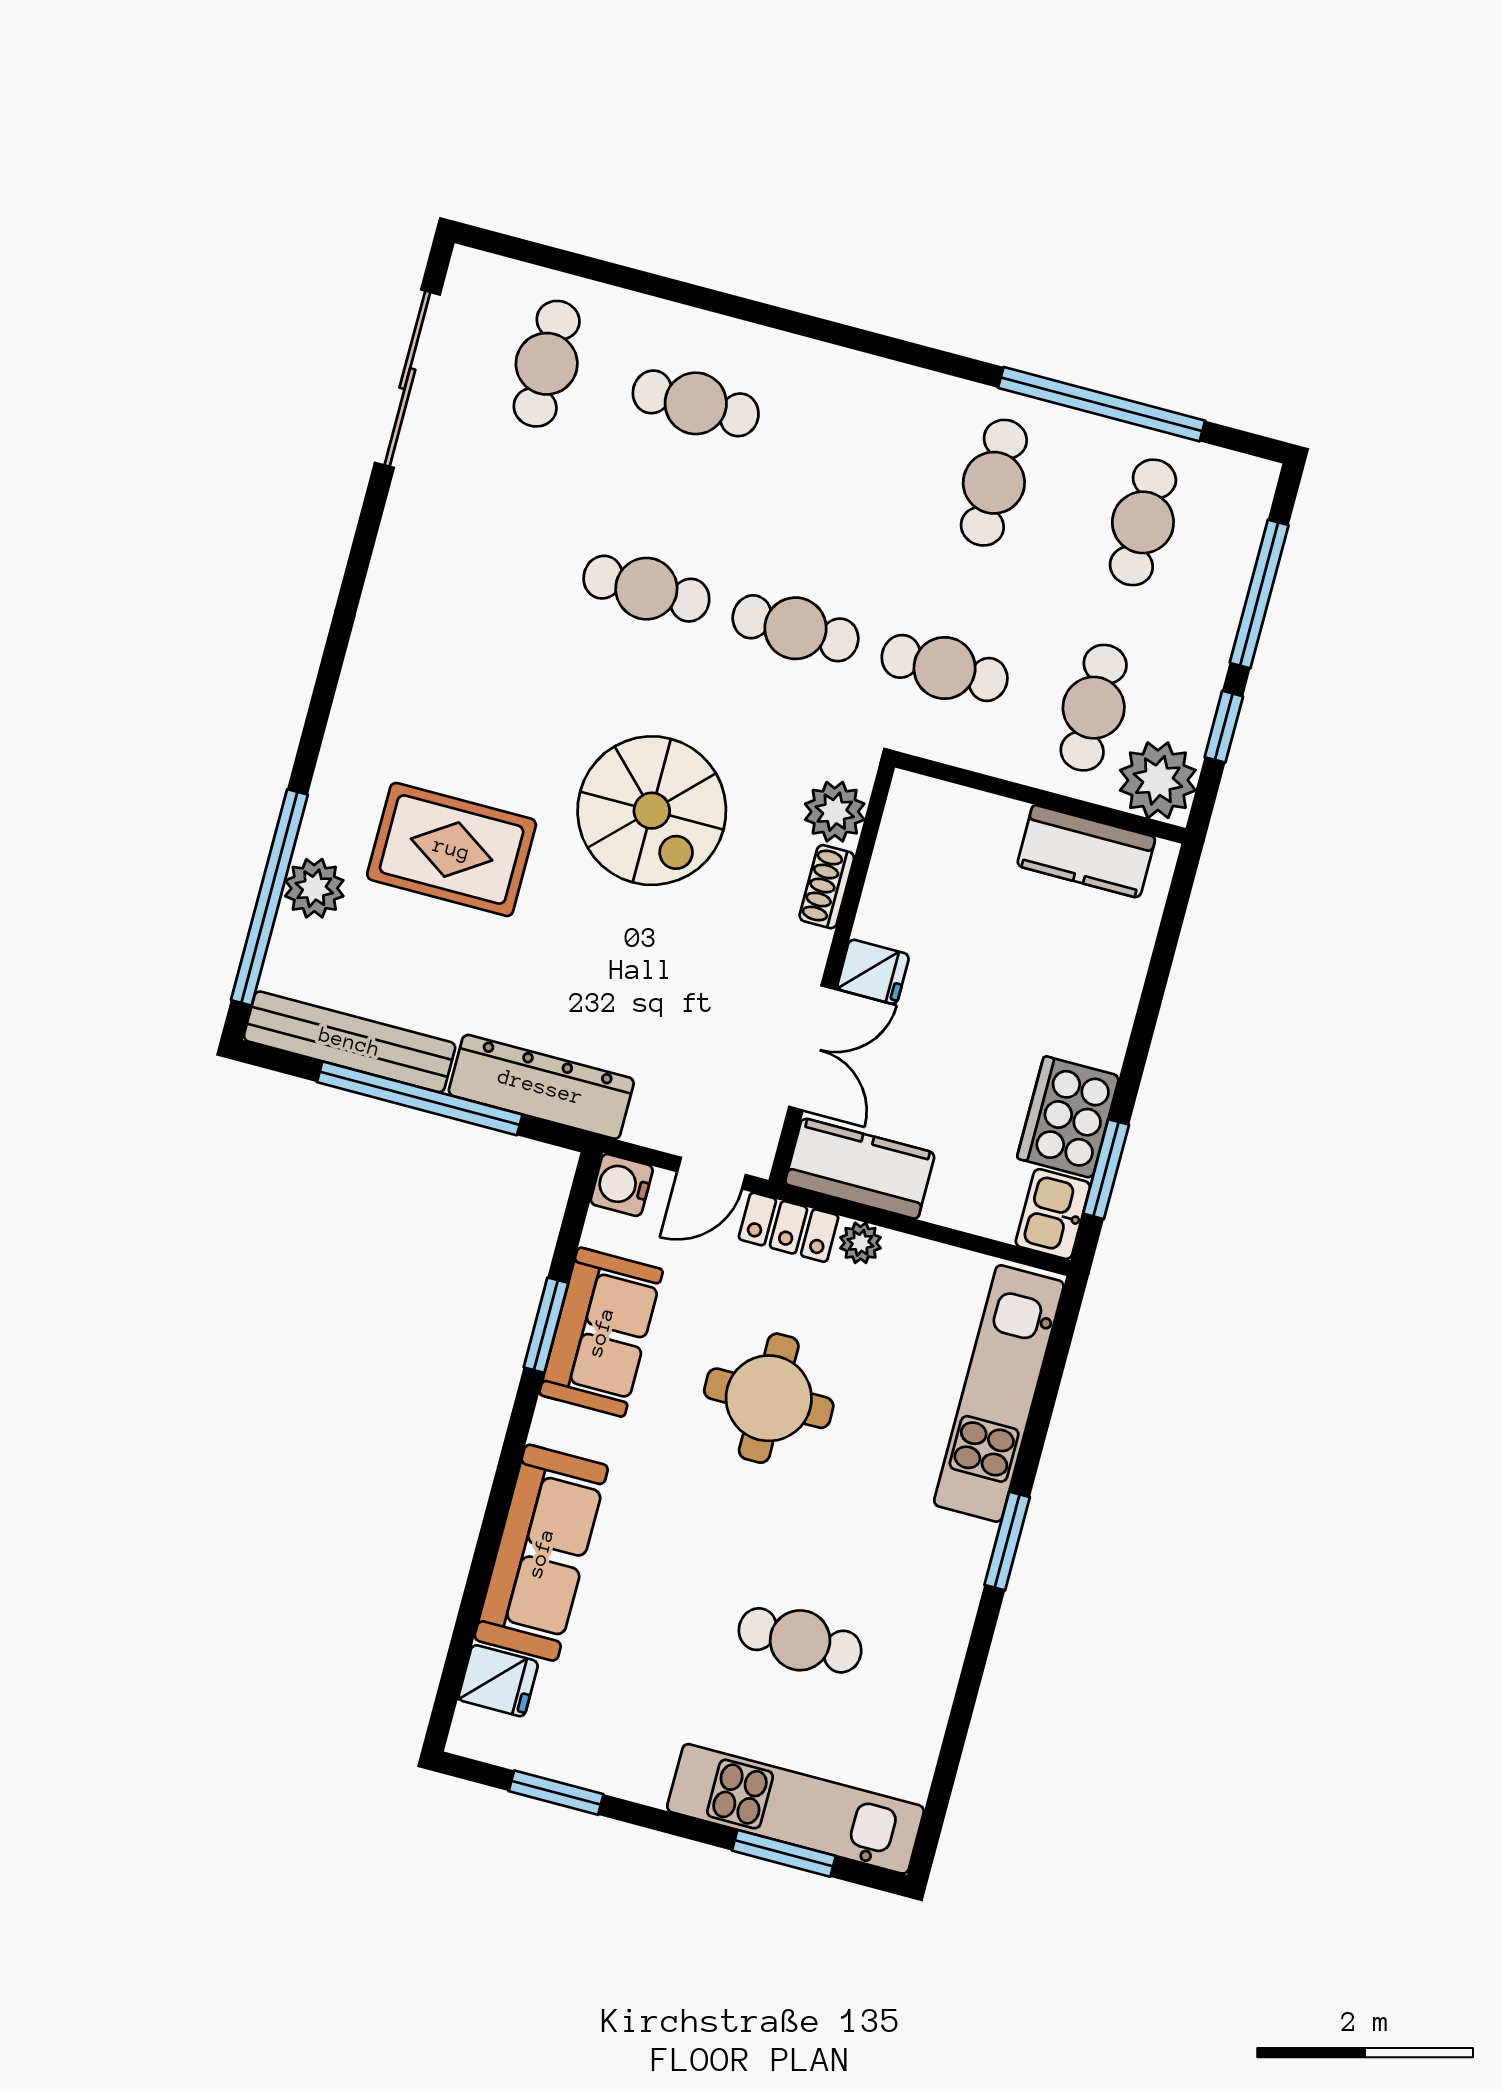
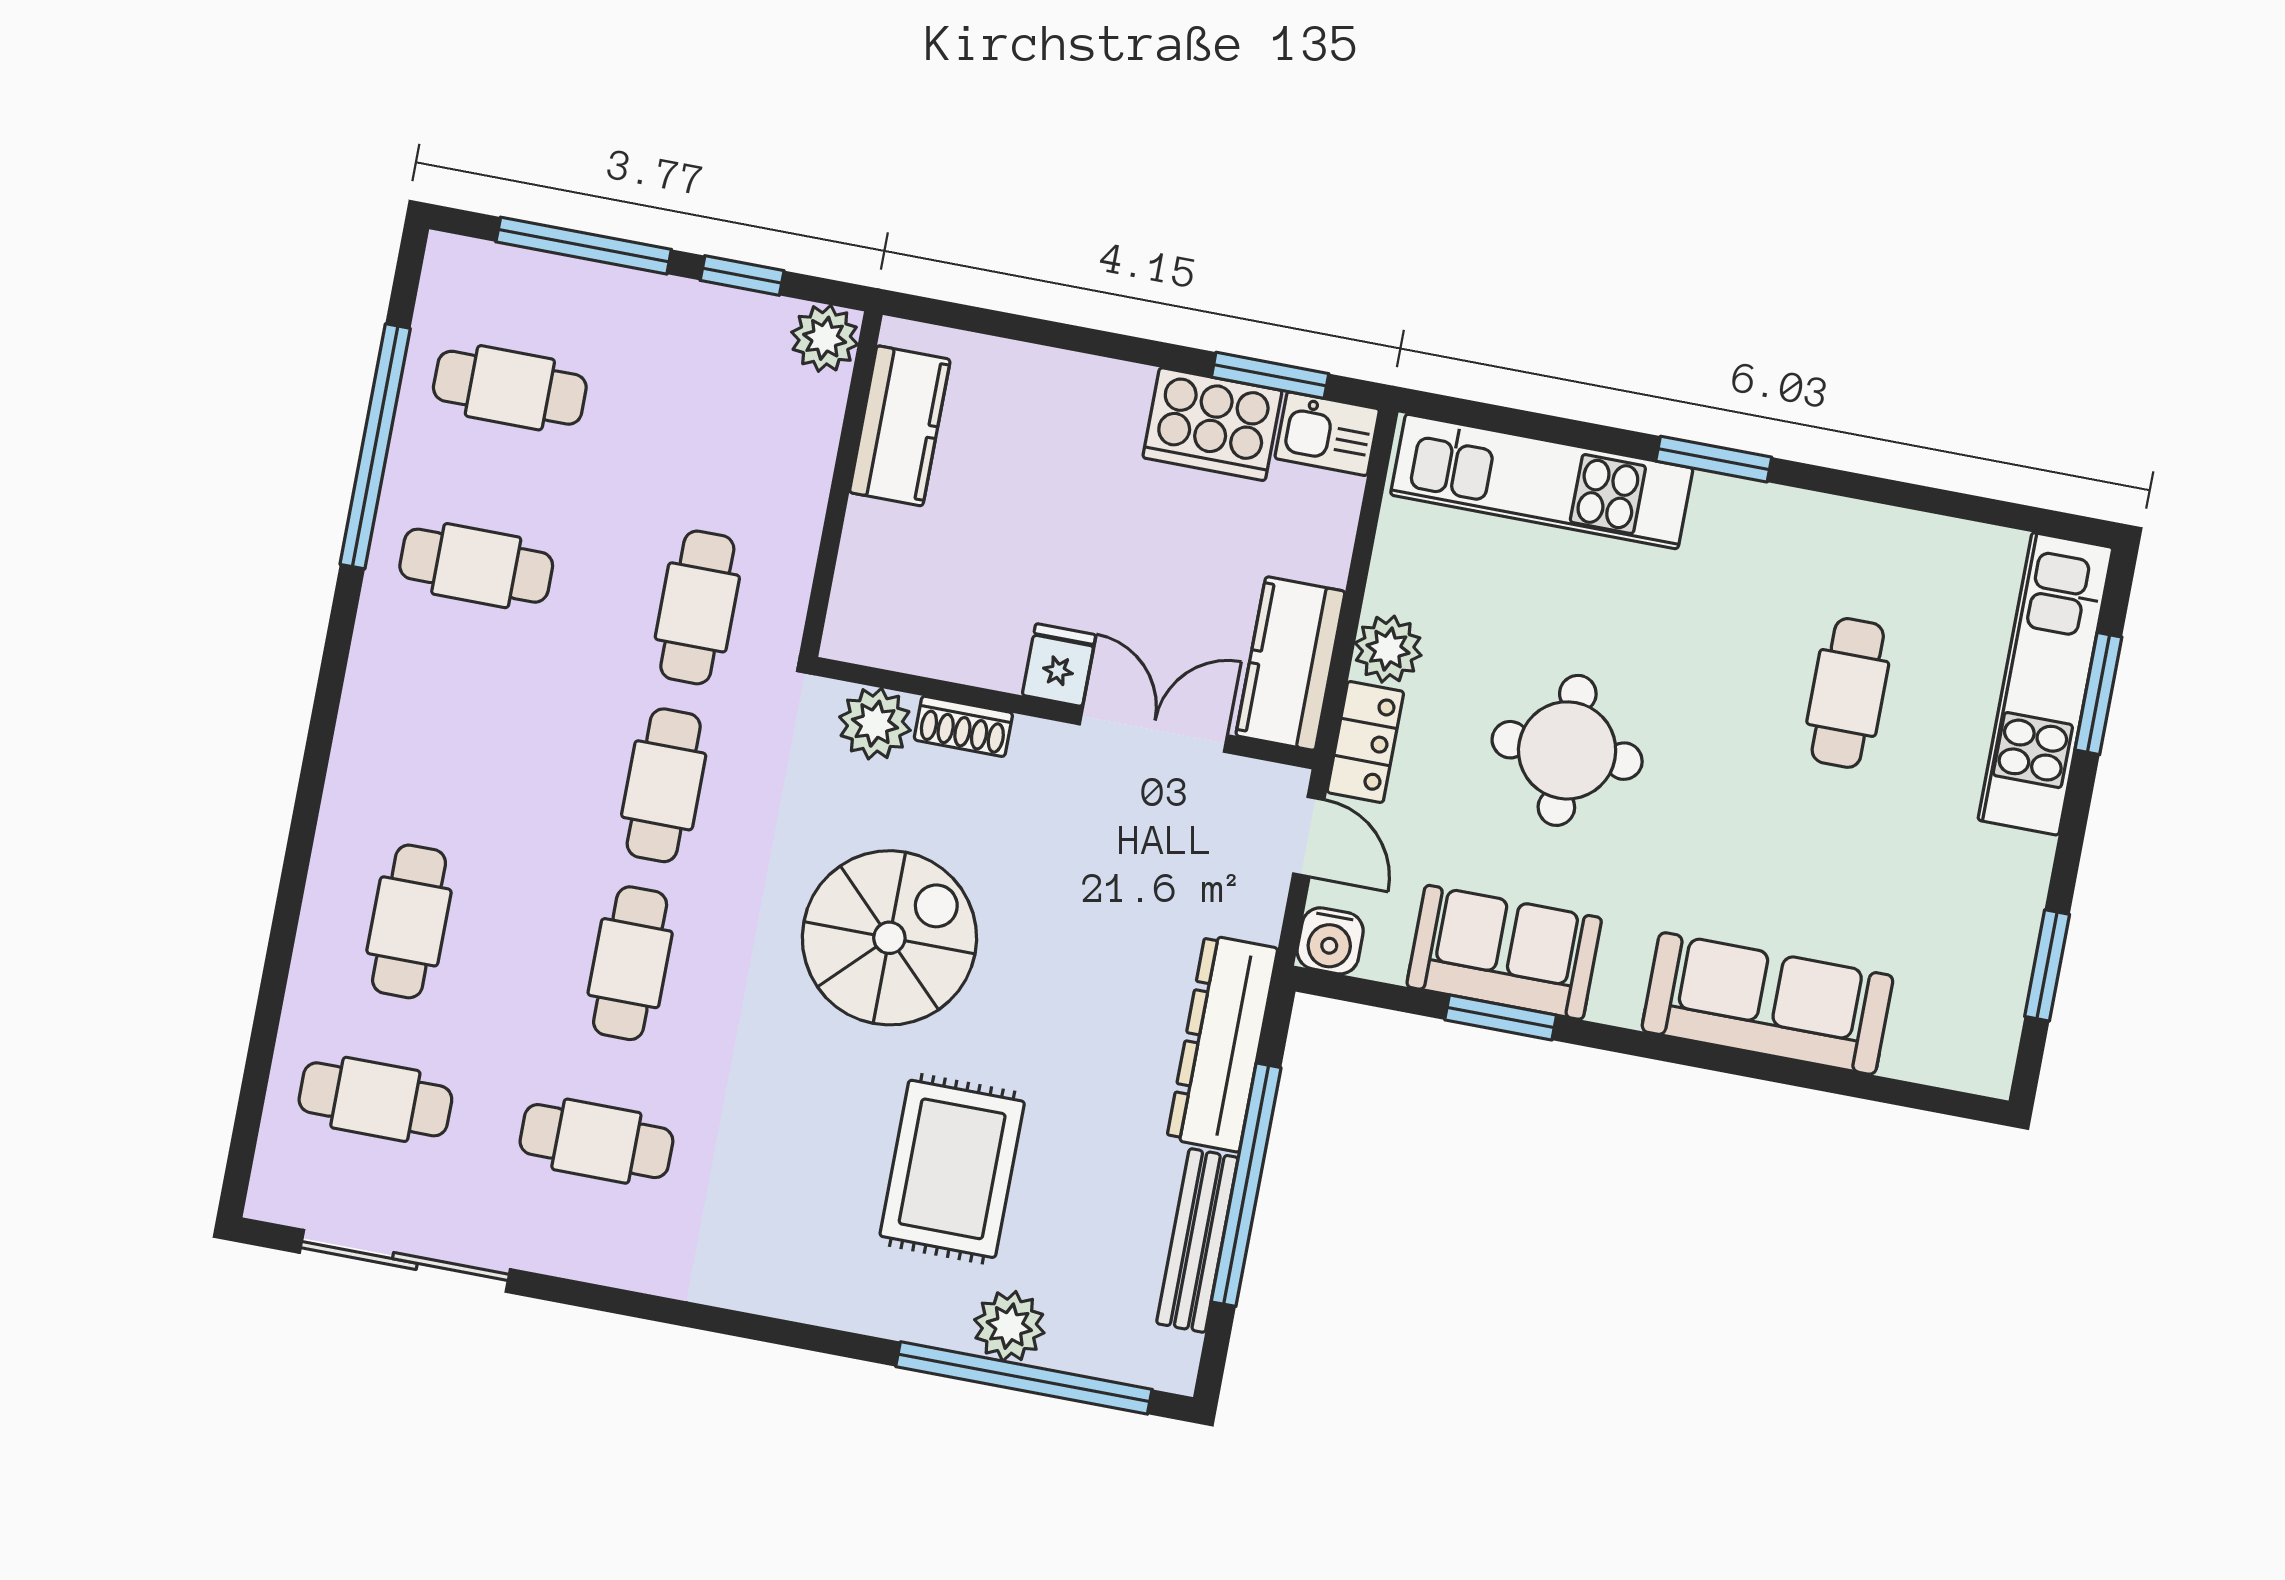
cafe table: (1094, 708) -> (596, 1141), moved
plant: (1158, 780) -> (825, 338), width x0.73, depth x0.73
bench: (350, 1042) -> (1197, 1240), width x0.73, depth x0.82
plant: (861, 1243) -> (1388, 649), width x1.38, depth x1.38
fridge: (498, 1681) -> (1921, 1043), removed

